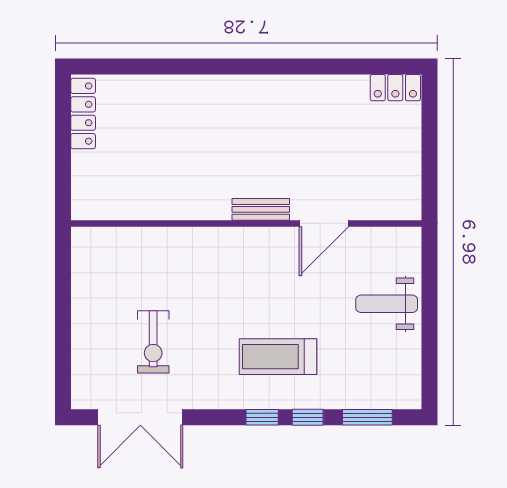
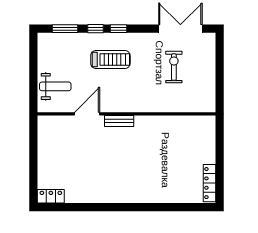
bench: (261, 209) -> (119, 121), moved
wall: (246, 223) -> (127, 114), moved
door: (324, 223) -> (87, 114), moved

